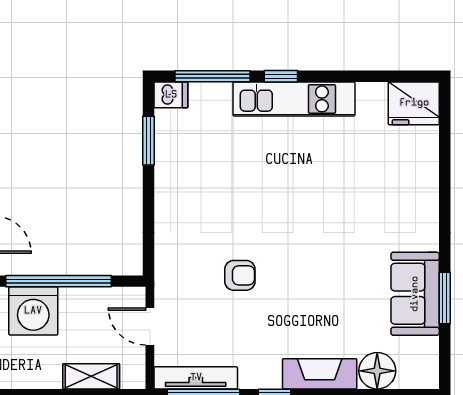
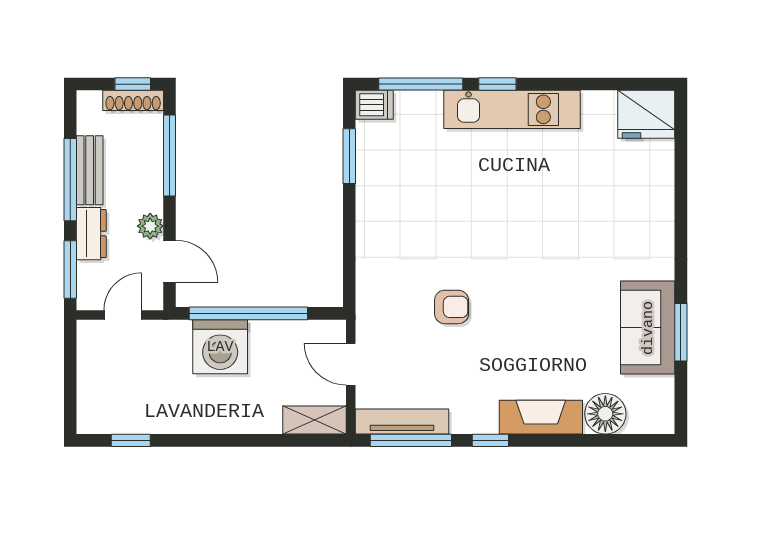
shelving: (91, 376) -> (315, 420), moved

